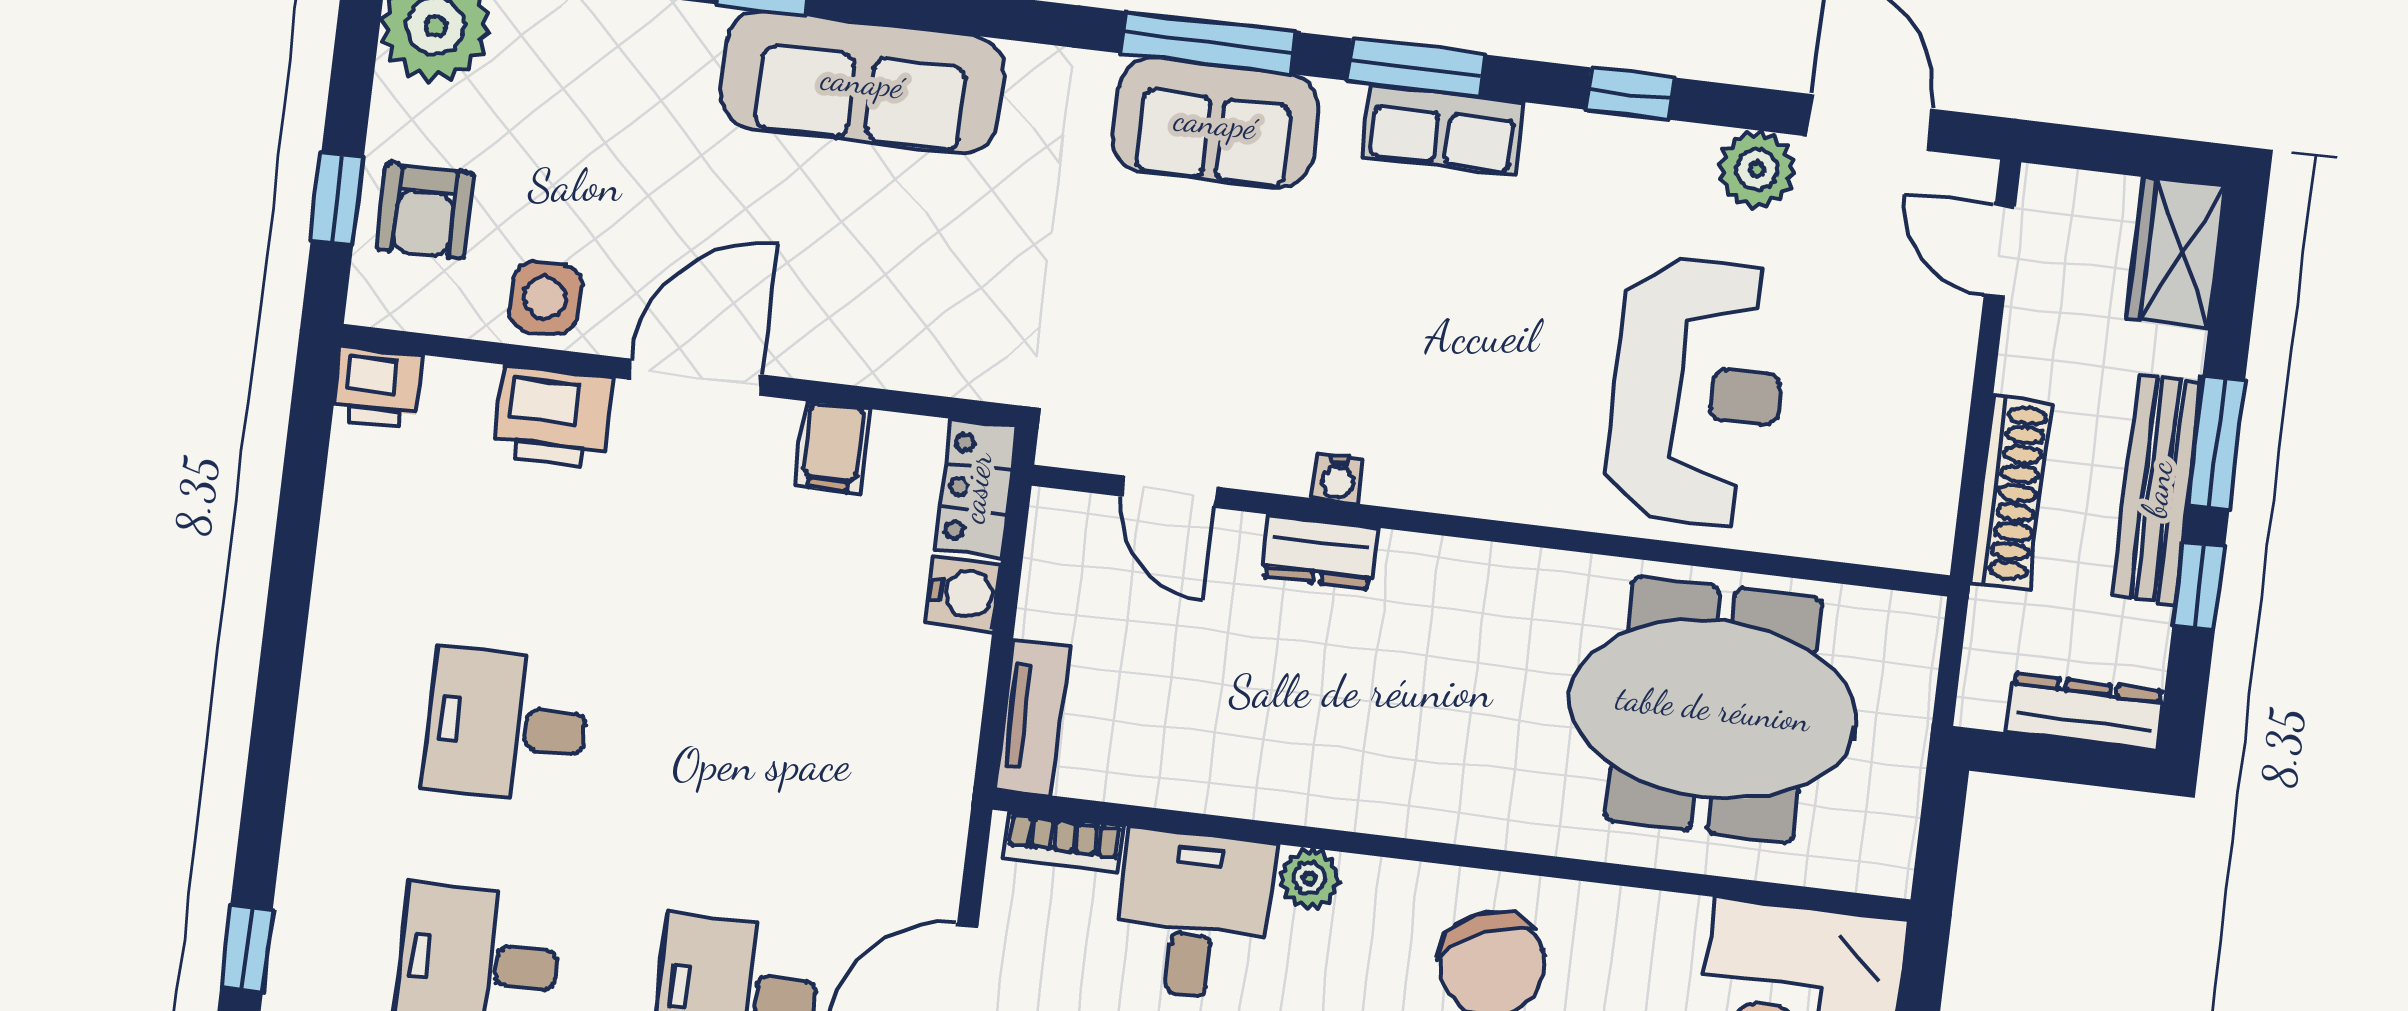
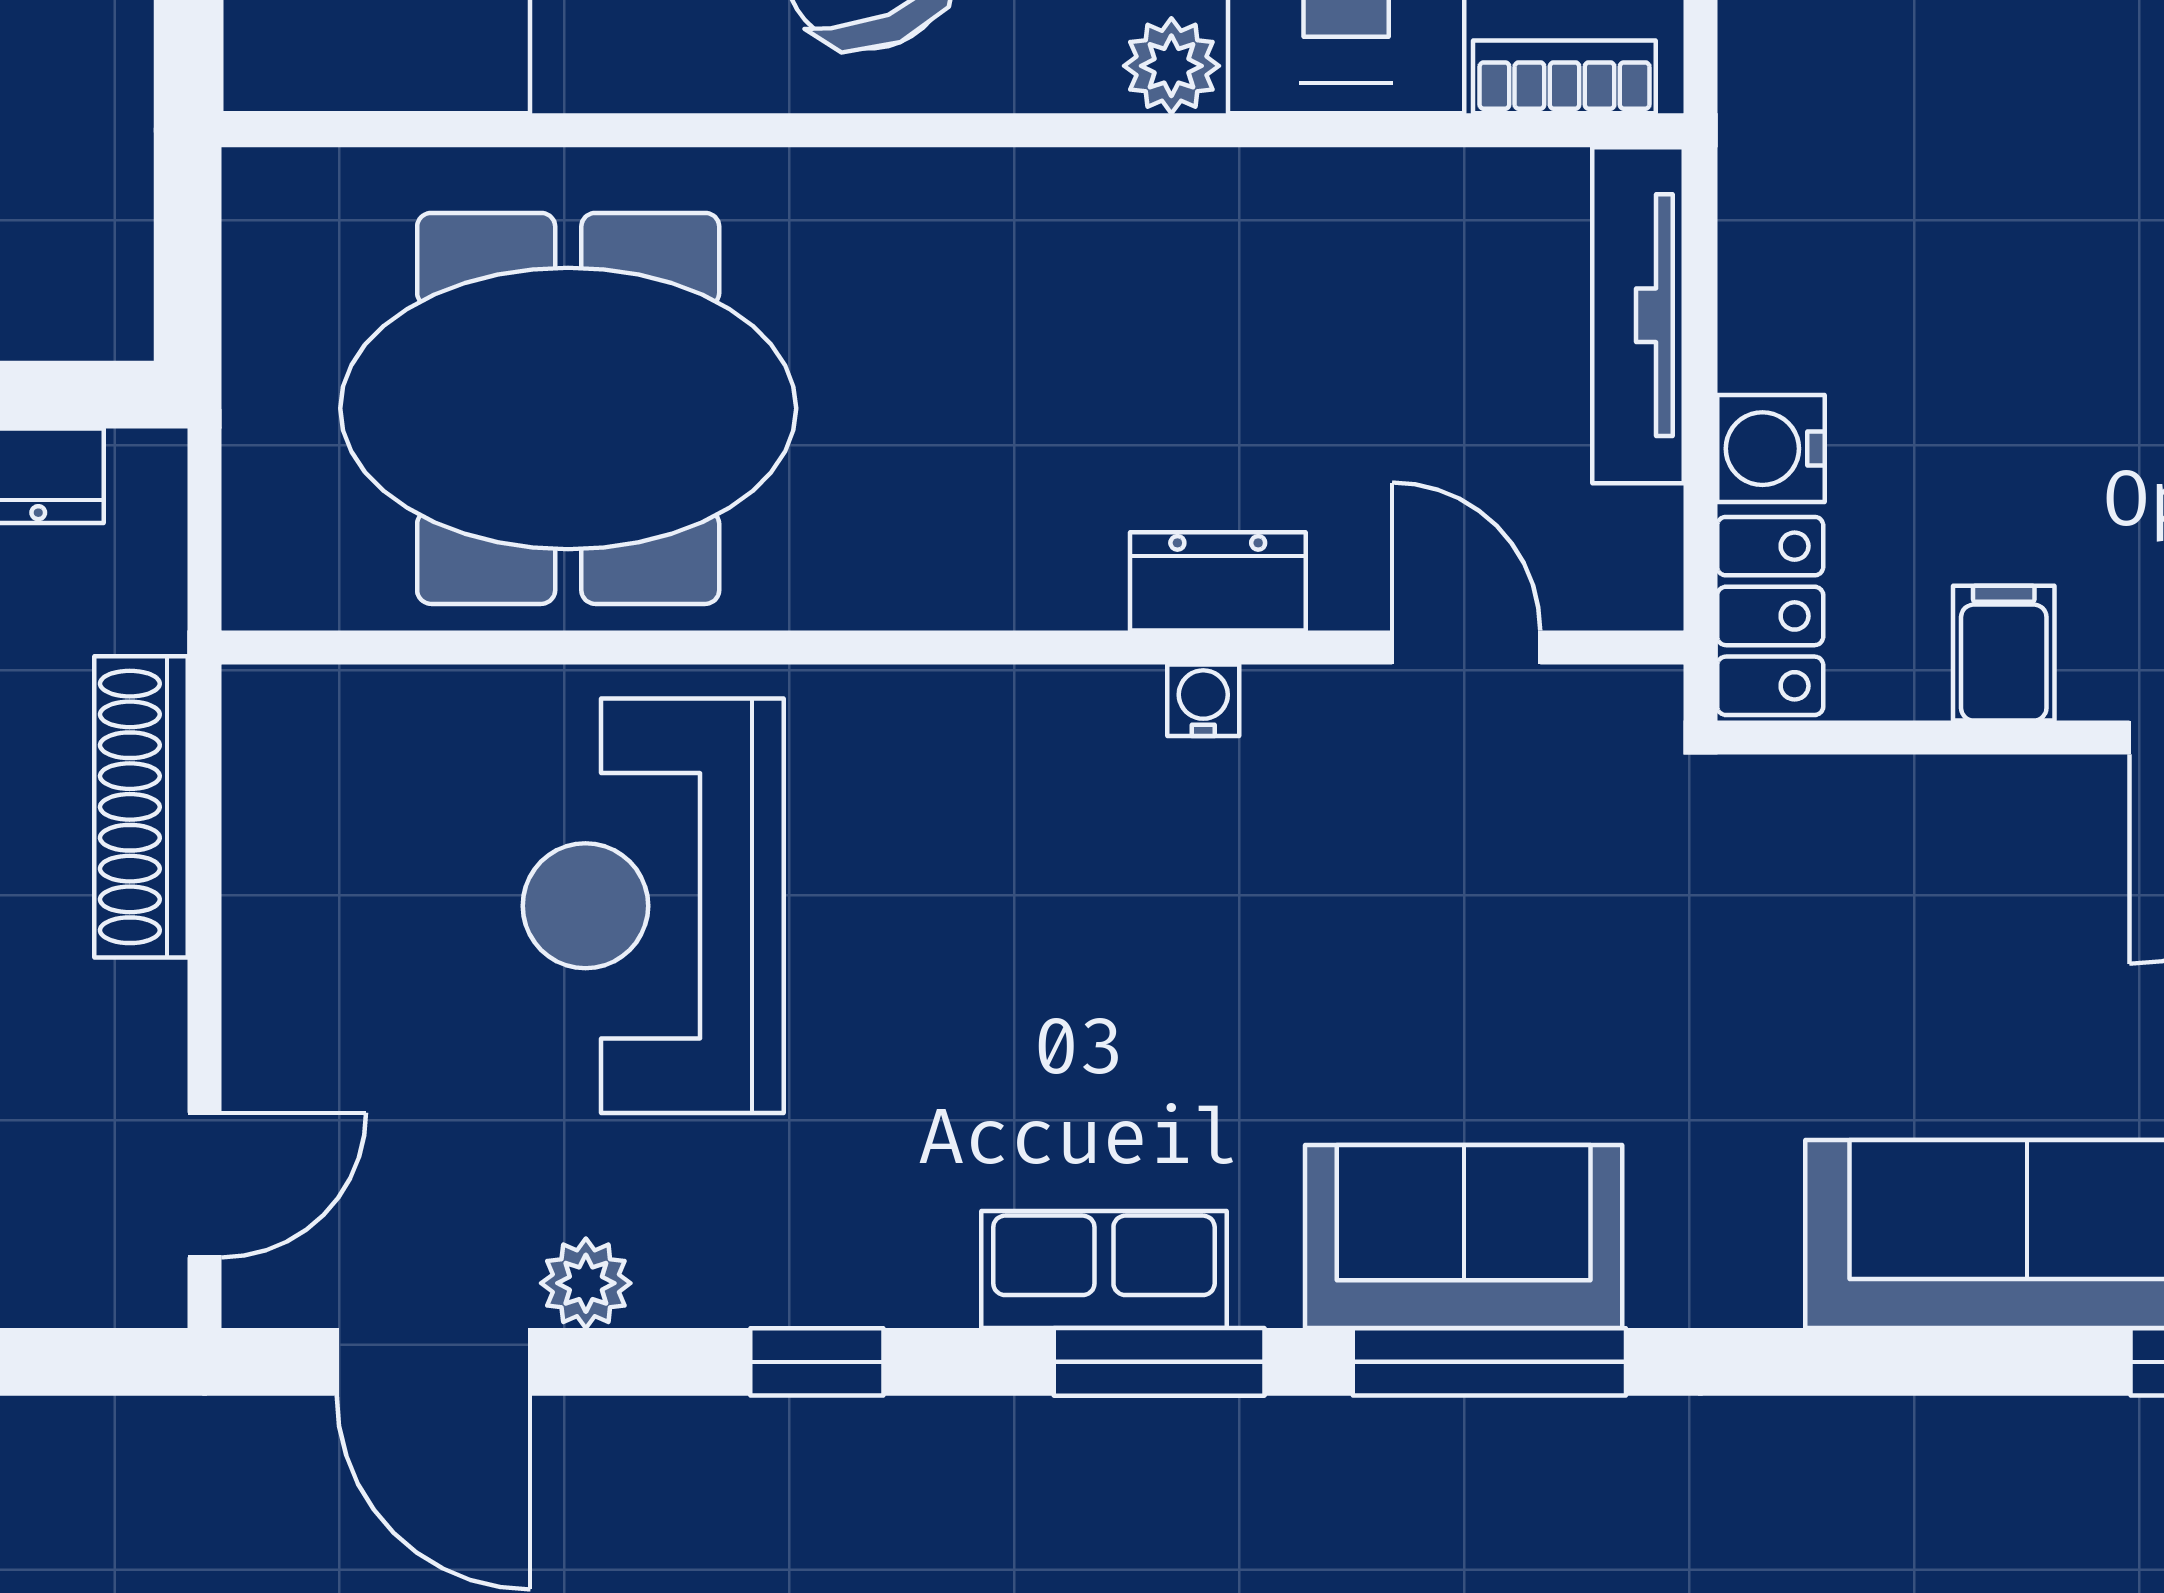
plant: (1757, 170) -> (586, 1283), width x0.73, depth x0.73
door: (2000, 251) -> (205, 1185), hinge flipped
tv unit: (1032, 717) -> (1638, 315), width x1.41

